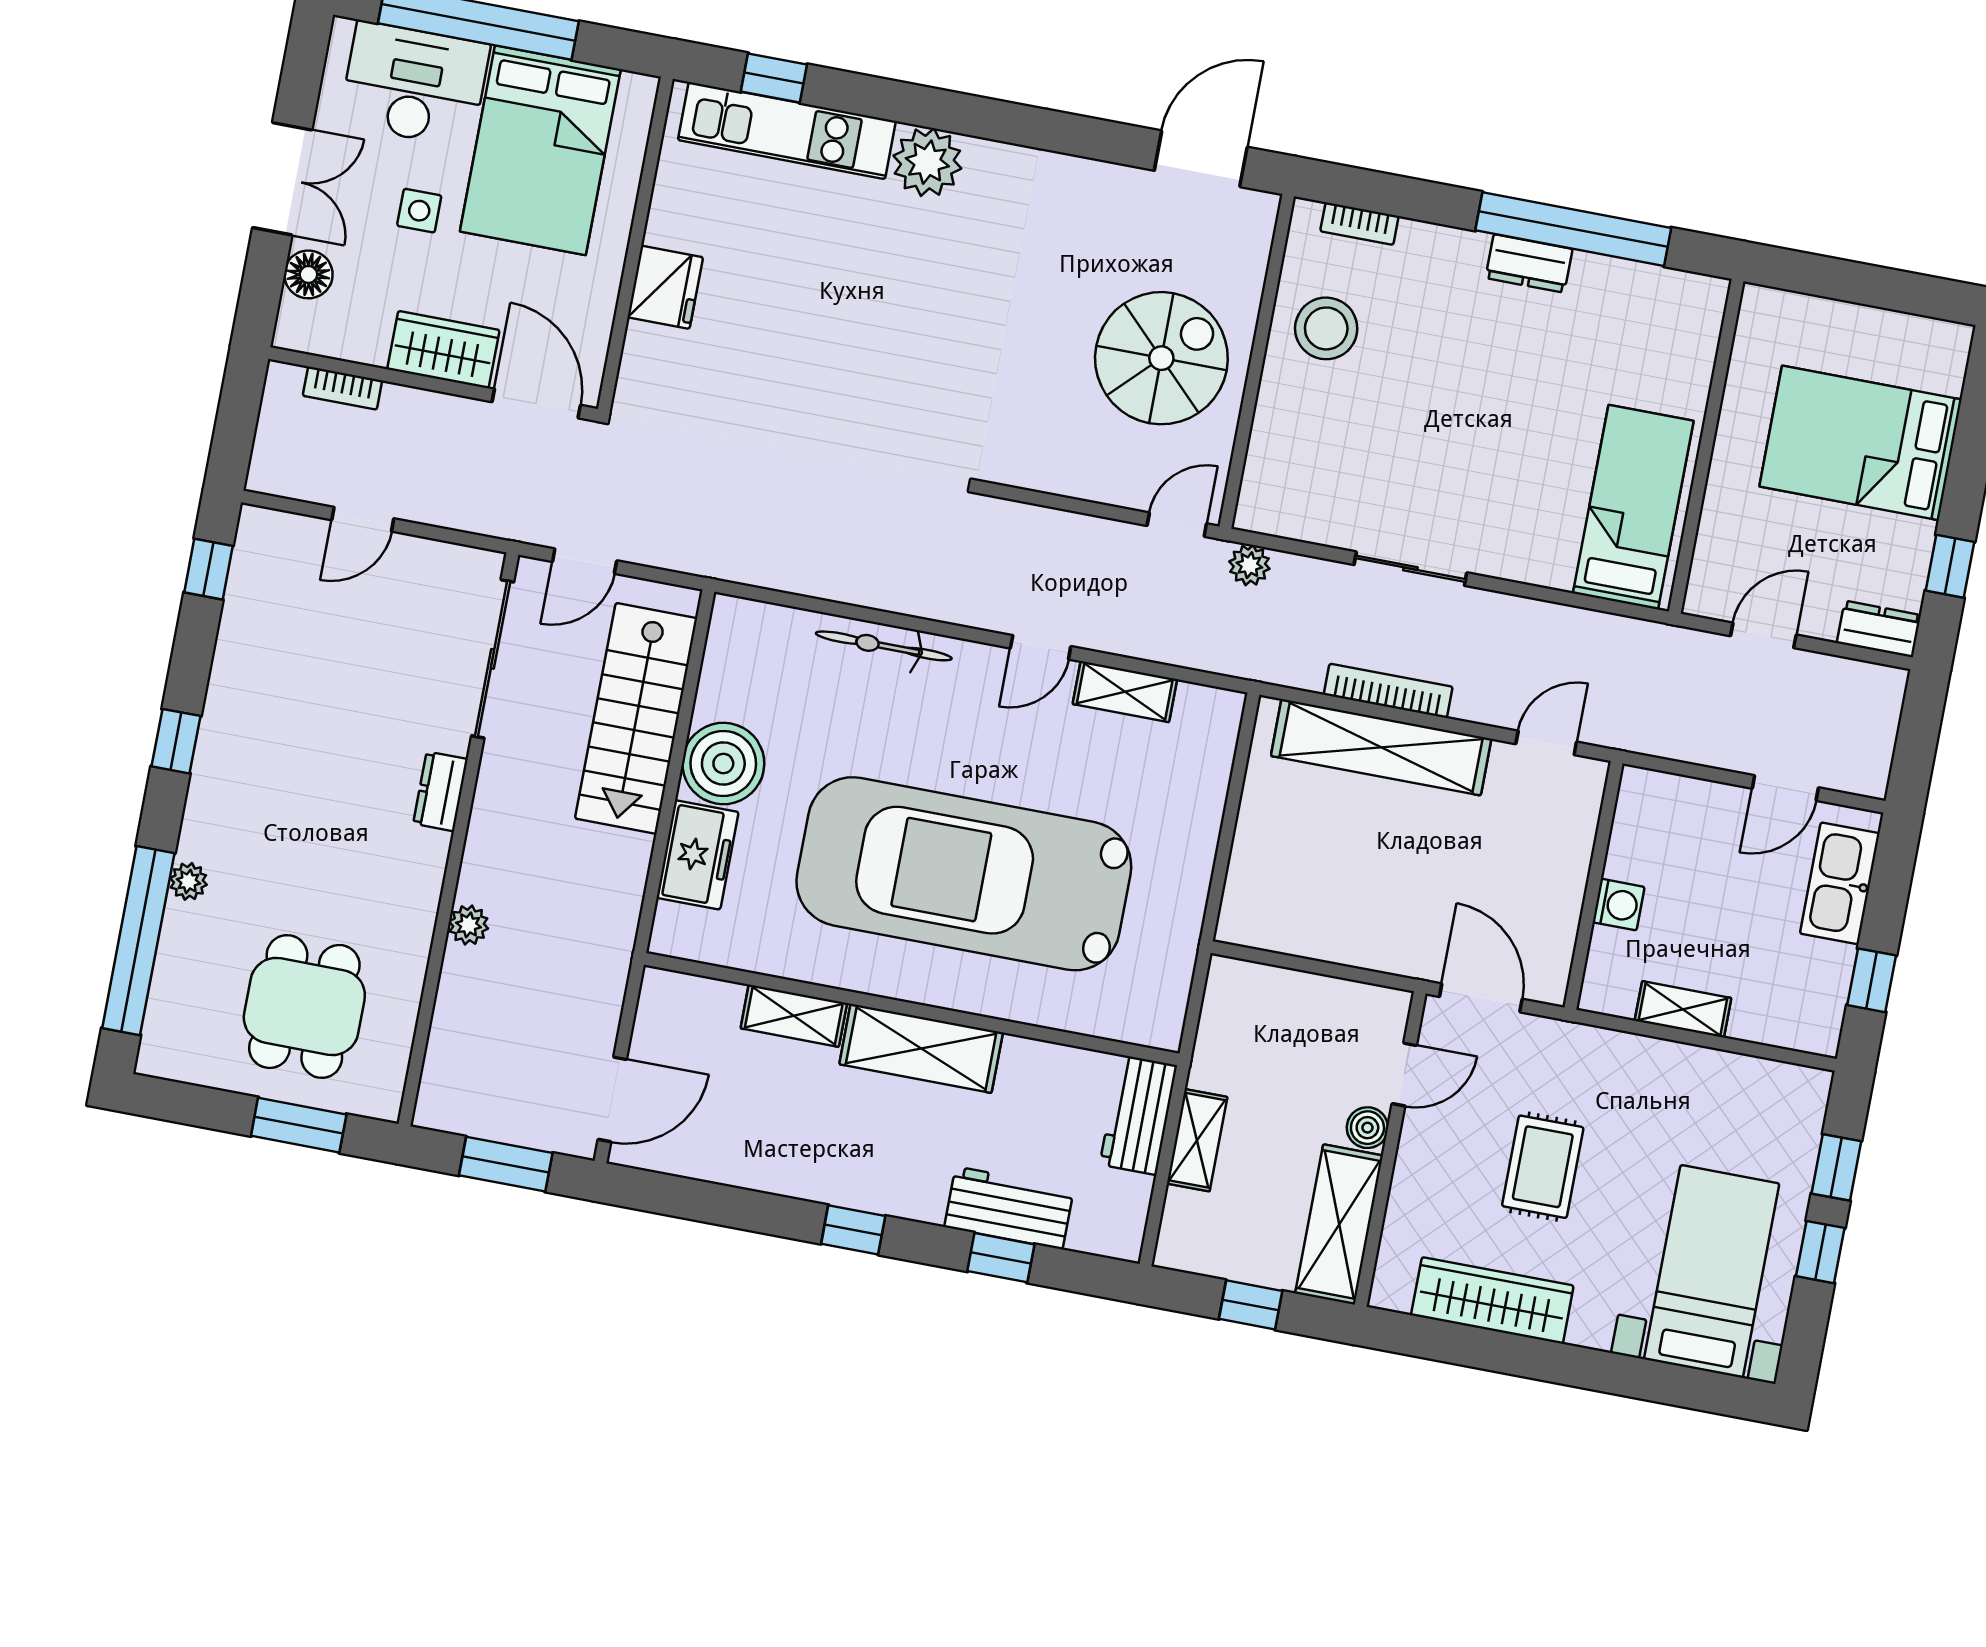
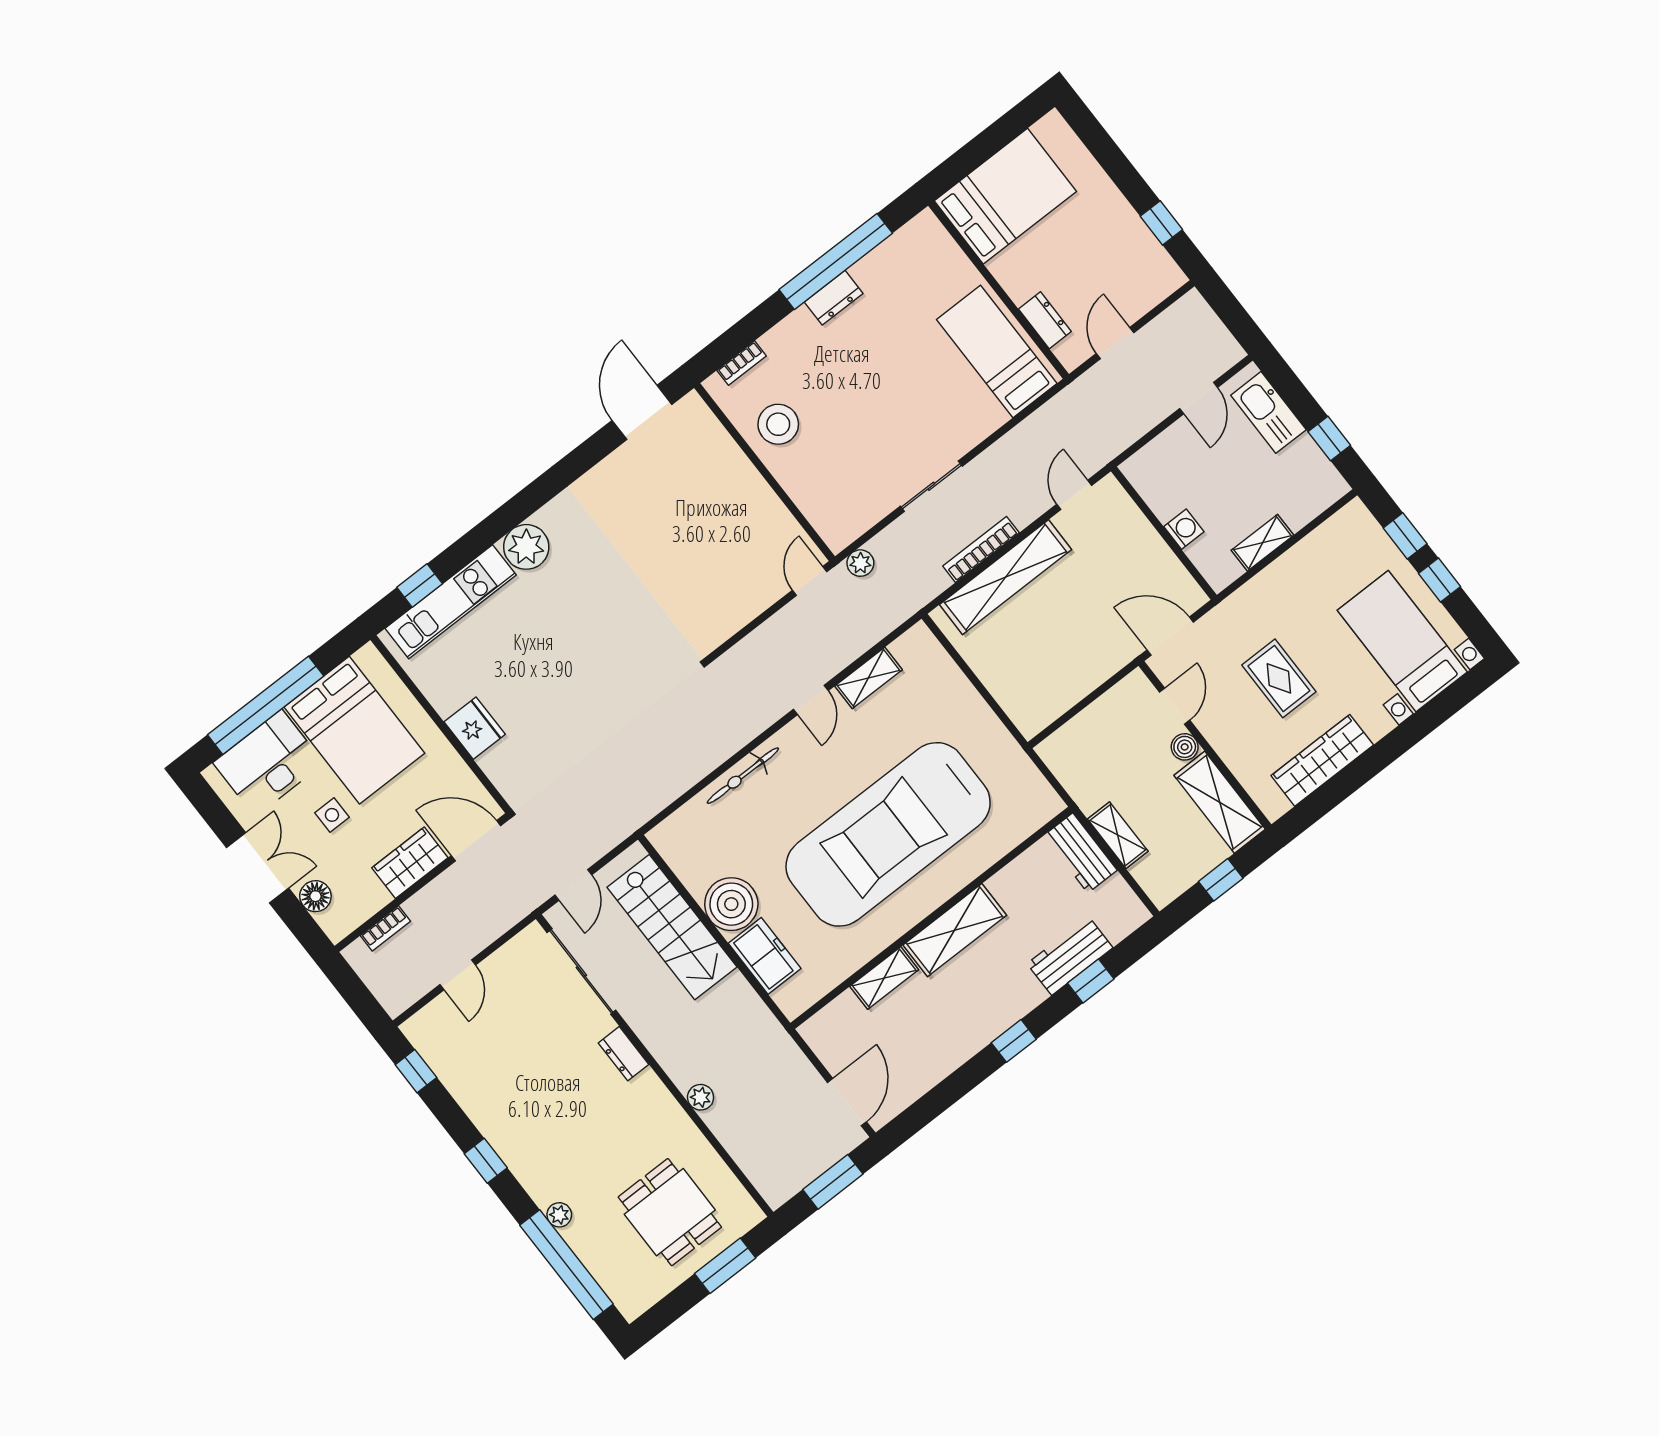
spiral stairs: (1161, 358) -> (722, 517), removed
bed: (1860, 443) -> (1005, 196), moved, turned 180
dresser: (1879, 629) -> (1045, 320), moved, turned 90

